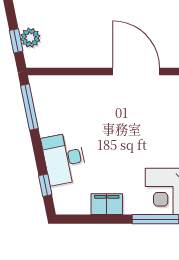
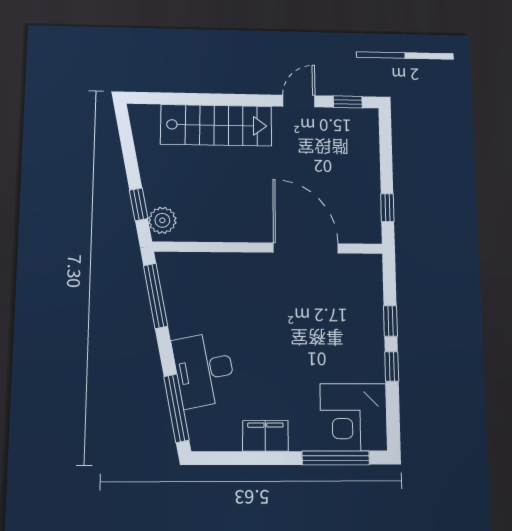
plant: (30, 38) -> (162, 220), moved
window: (45, 185) -> (176, 408), width x2.17

